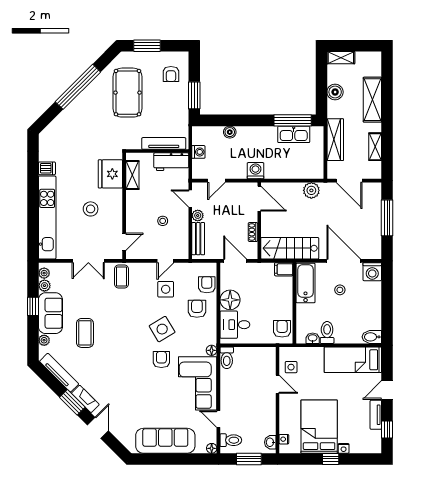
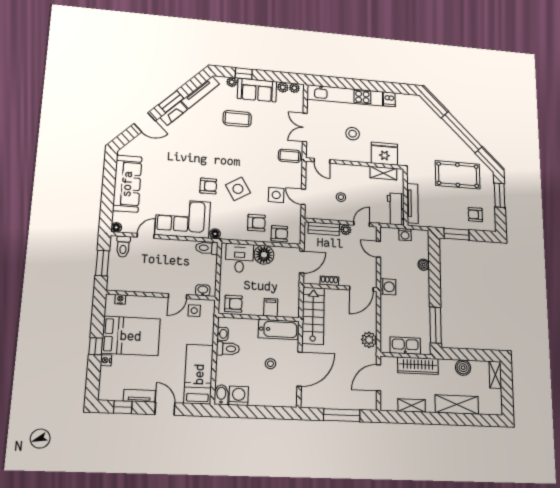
kitchen sink: (294, 134) -> (405, 346), moved, turned 90
filing cabinet: (284, 269) -> (271, 307), moved
washing machine: (372, 272) -> (239, 396), moved, turned 90
window: (33, 306) -> (244, 74), moved
washbasin: (270, 442) -> (203, 290), moved

